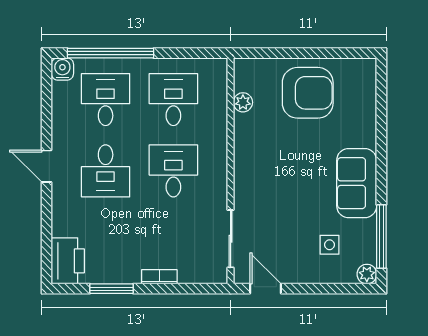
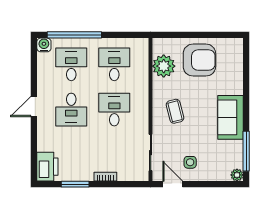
plant: (243, 102) -> (164, 66), width x1.88, depth x1.88
door: (46, 166) -> (34, 107), hinge flipped
coffee table: (269, 174) -> (175, 111), added
side table: (330, 245) -> (190, 162), moved

